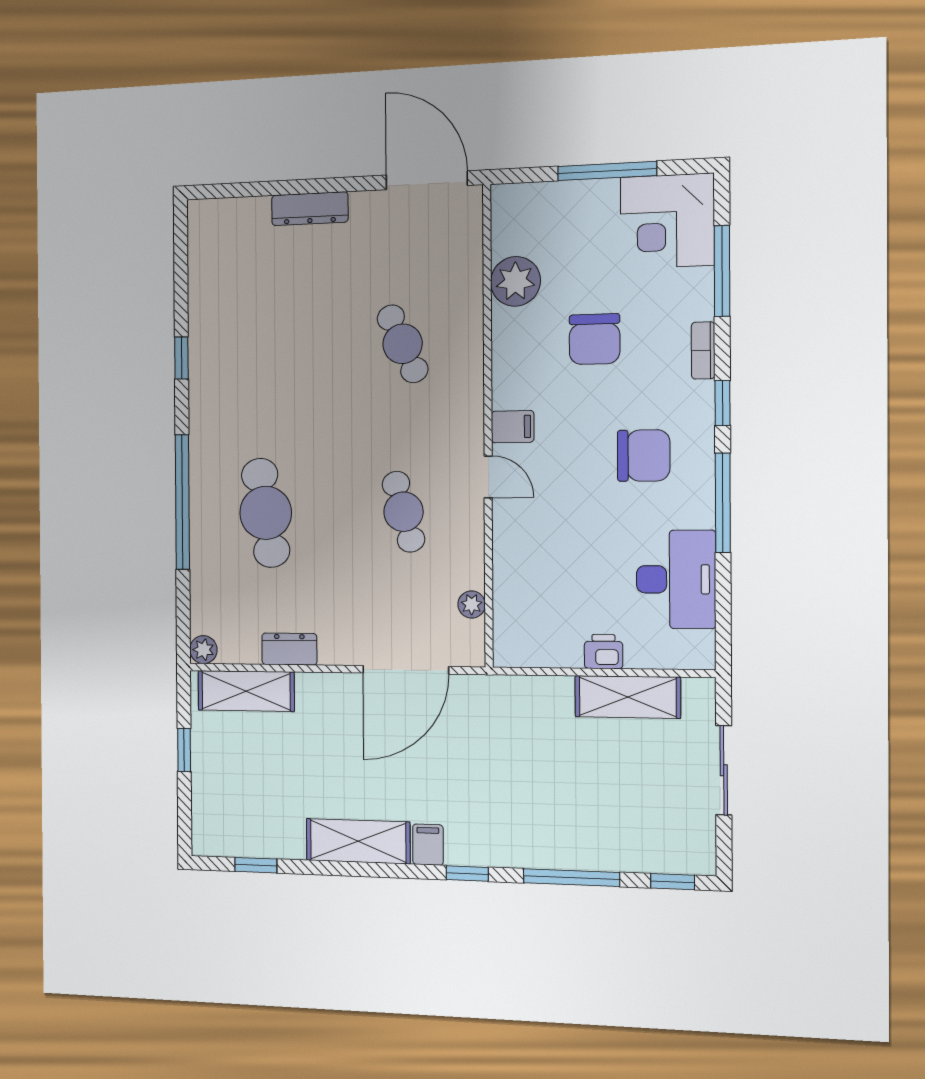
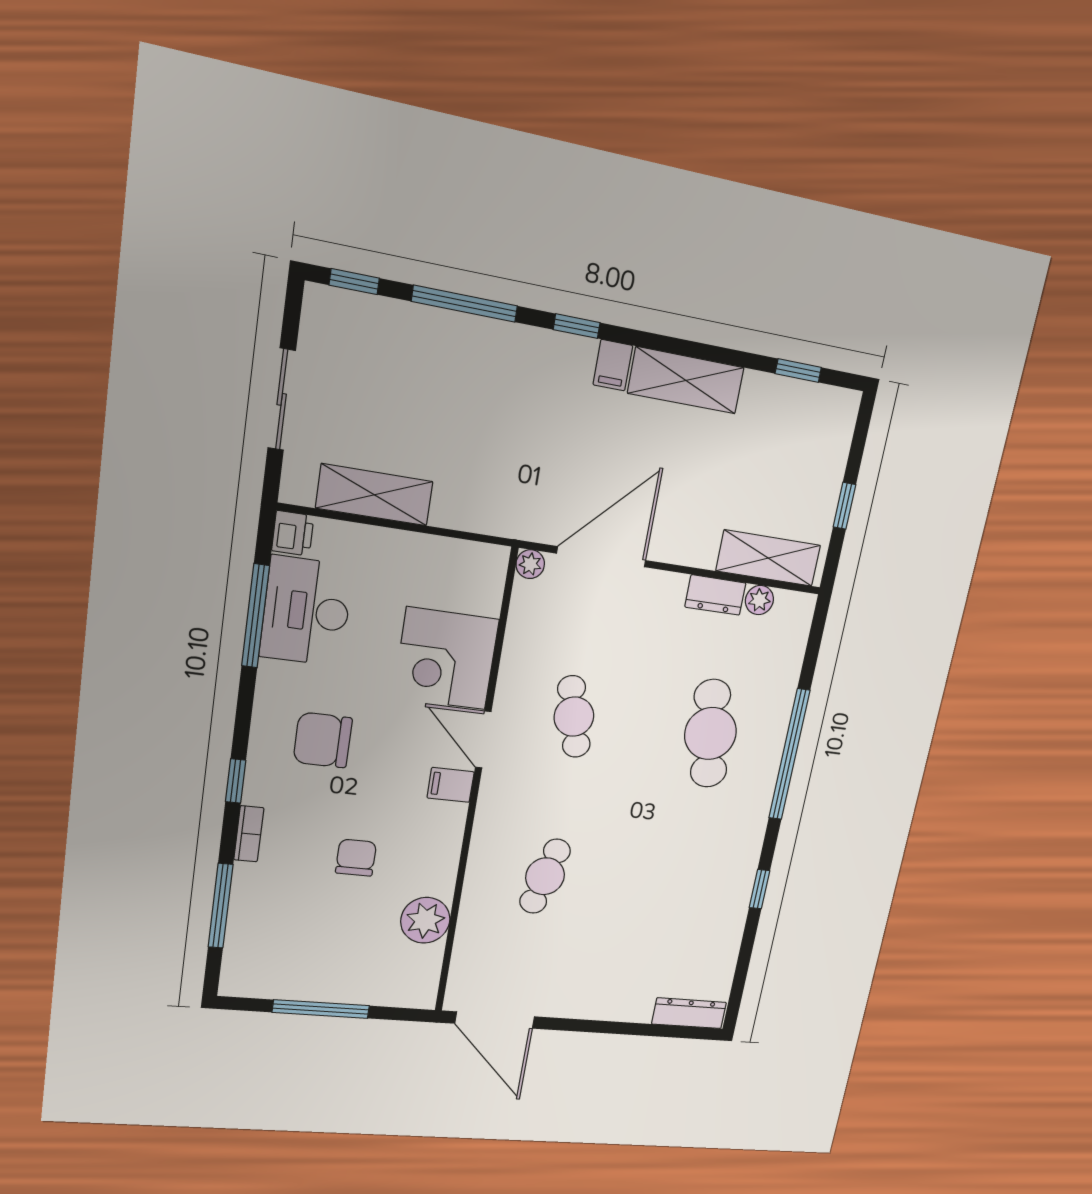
dresser: (310, 209) -> (689, 1013), moved
corner desk: (667, 221) -> (446, 659), moved, turned 180
chair: (595, 339) -> (356, 858), width x0.73, depth x0.73
cafe table: (403, 344) -> (545, 876), turned 39
door: (488, 477) -> (483, 740), width x1.37
window: (723, 503) -> (256, 616), moved
plant: (472, 604) -> (530, 564), moved
plant: (203, 650) -> (759, 600), moved
printer: (603, 652) -> (293, 533), moved, turned -90

